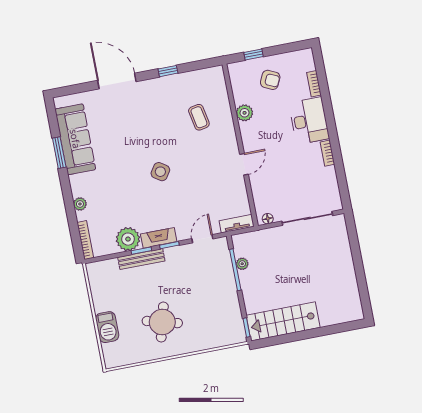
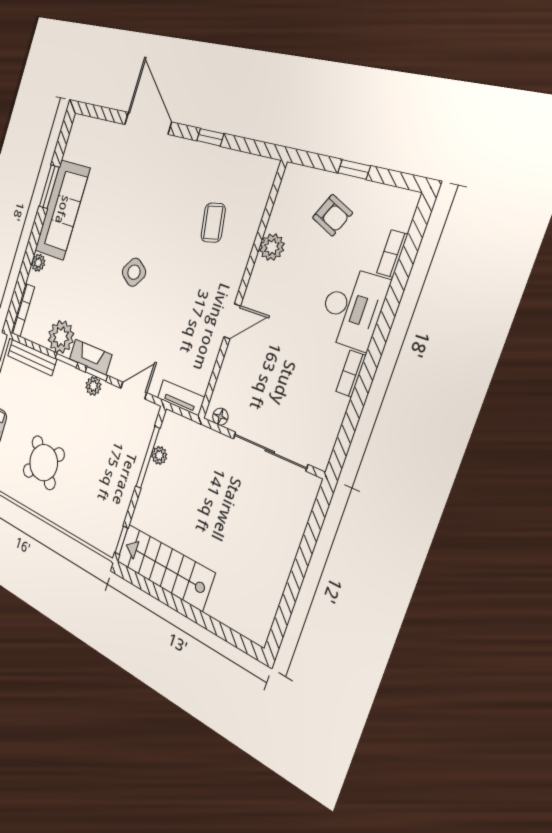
window: (253, 54) -> (354, 169), moved
sofa: (75, 139) -> (62, 210), moved
plant: (172, 253) -> (93, 386), added
bench: (141, 259) -> (32, 357), moved
round table: (162, 322) -> (44, 463), turned 31

